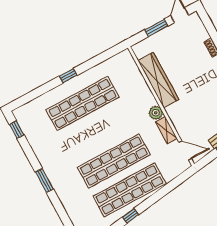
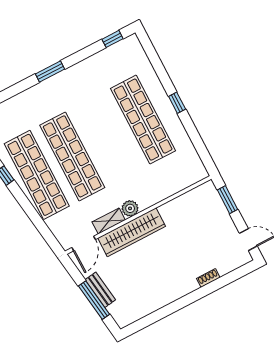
window: (156, 28) -> (227, 200), moved
wardrobe: (158, 80) -> (132, 232), moved

